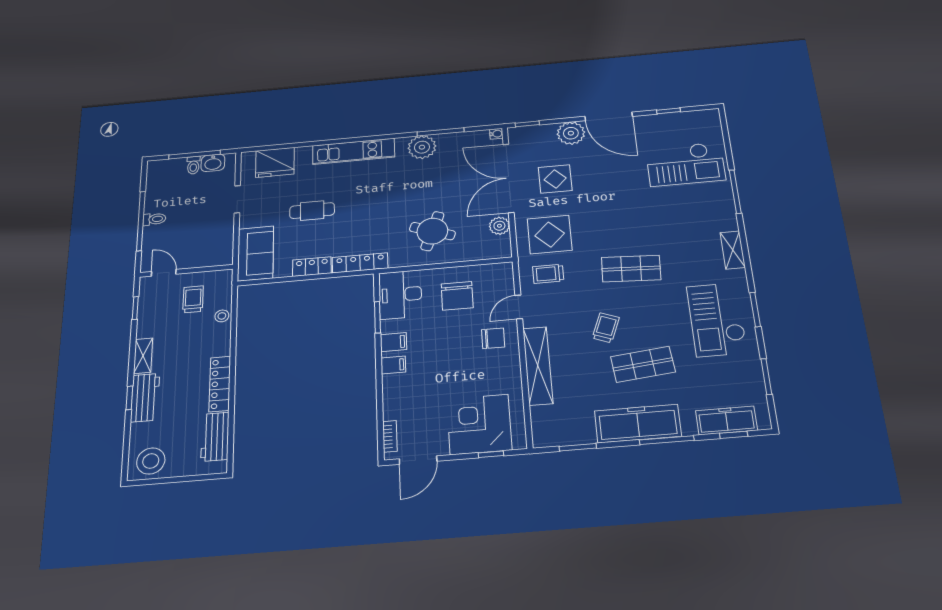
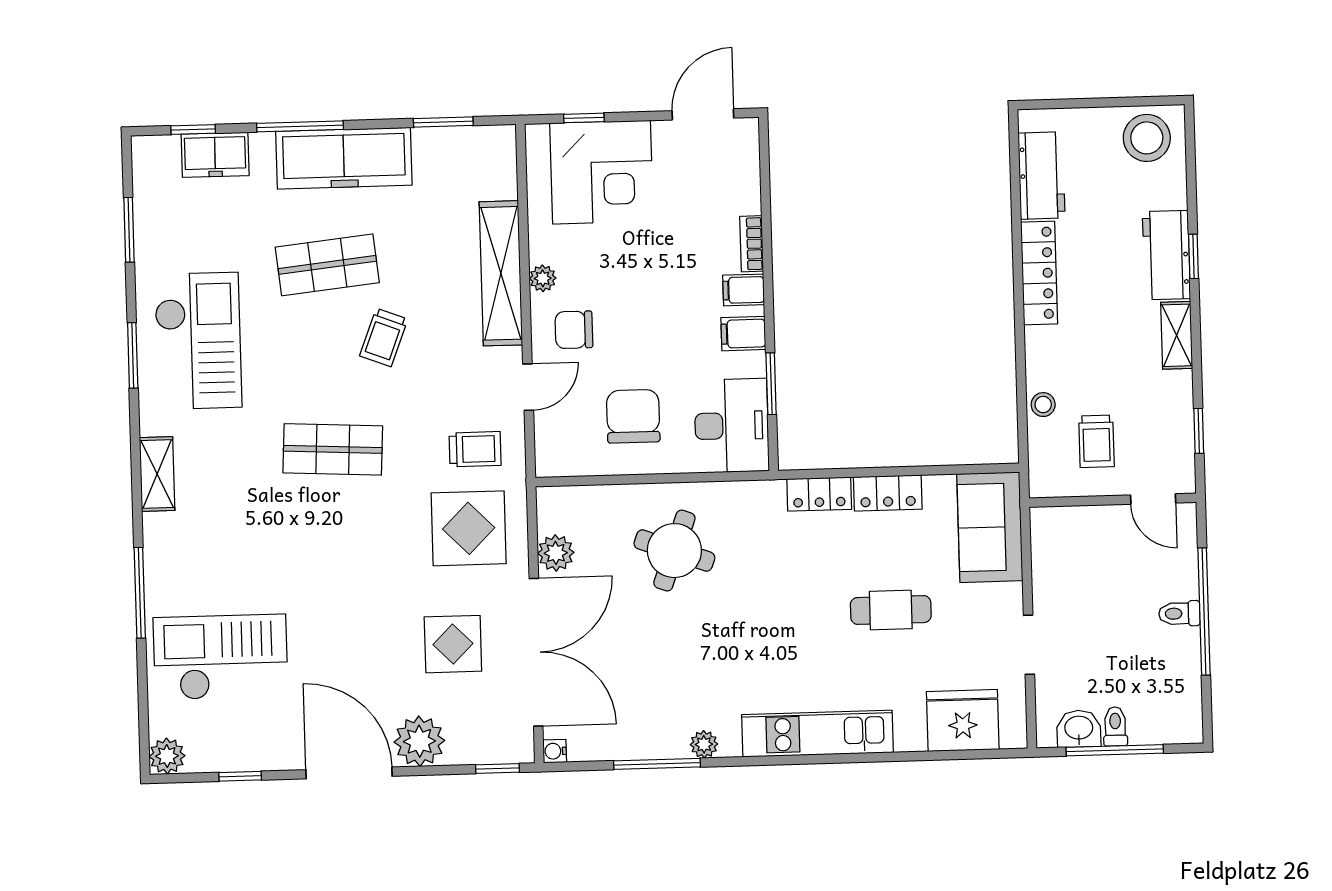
plant: (710, 117) -> (167, 756), added
plant: (422, 147) -> (704, 744), width x0.53, depth x0.53
locker: (360, 263) -> (819, 494), width x0.66
plant: (513, 364) -> (543, 278), added
freezer: (726, 420) -> (215, 155), width x0.71
bookcase: (390, 436) -> (752, 244), moved

